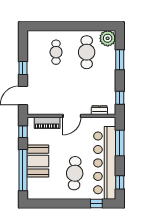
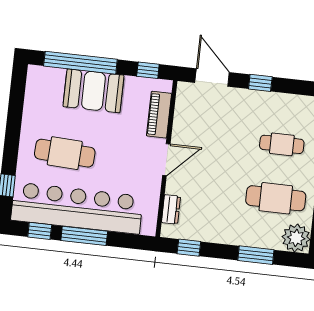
door: (72, 116) -> (166, 160), swing flipped
window: (120, 143) -> (84, 236), moved

